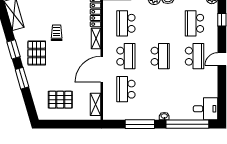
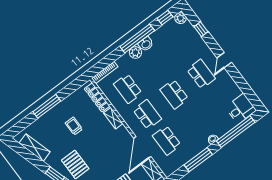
school desk: (194, 23) -> (182, 48), removed
trolley: (57, 33) -> (74, 126), moved
school desk: (160, 56) -> (174, 94), turned 180
door: (102, 69) -> (142, 147), moved

